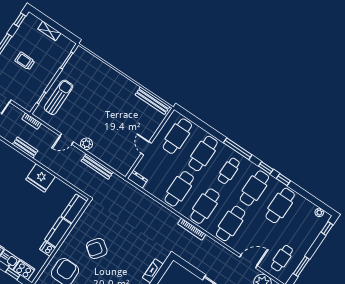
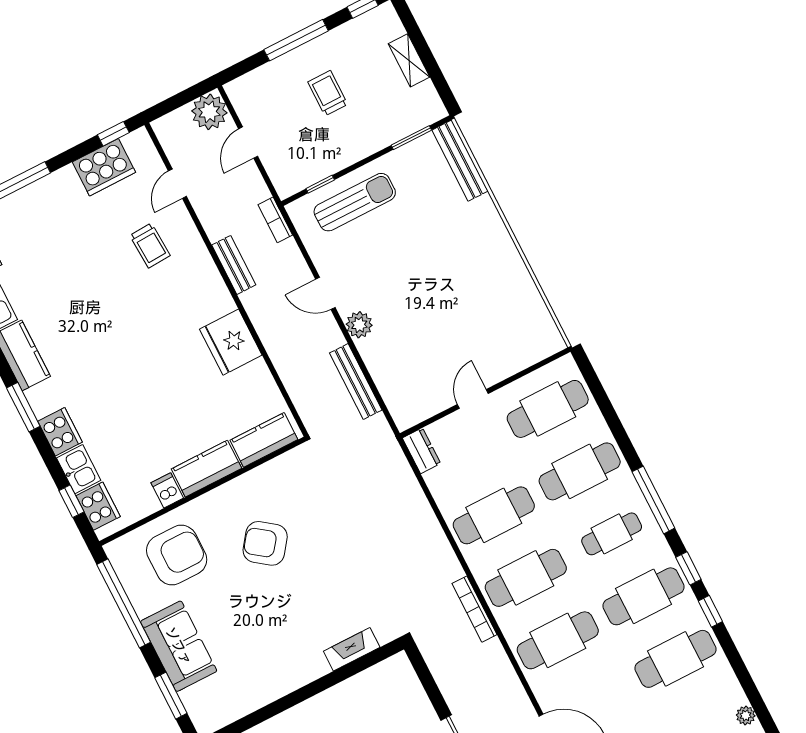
bench: (152, 101) -> (460, 161), moved

